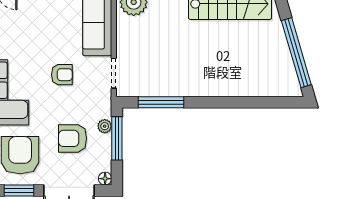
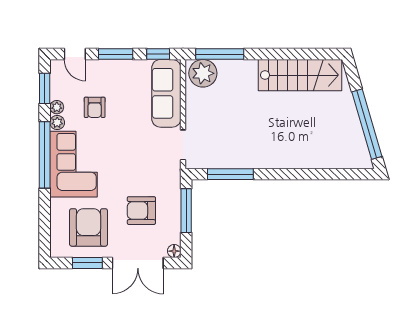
armchair: (62, 75) -> (95, 107), moved, turned 90
plant: (105, 126) -> (174, 198), removed

